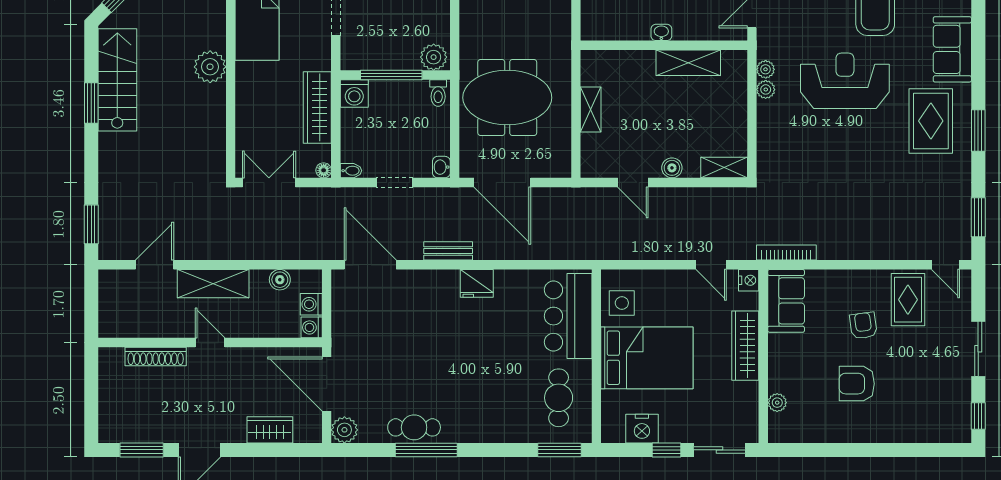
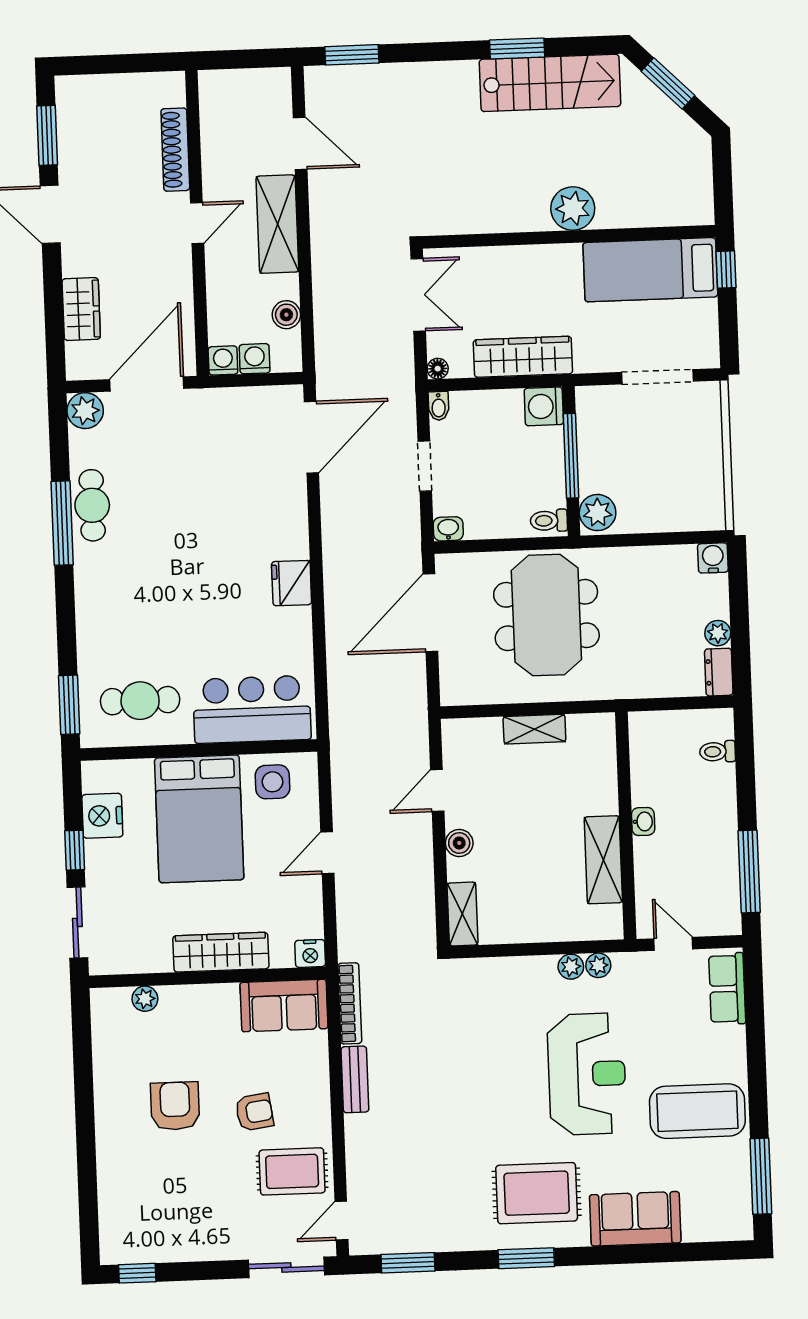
bench: (448, 251) -> (355, 1079), moved
door: (711, 265) -> (327, 853), moved
sliding door: (978, 349) -> (286, 1267), moved

